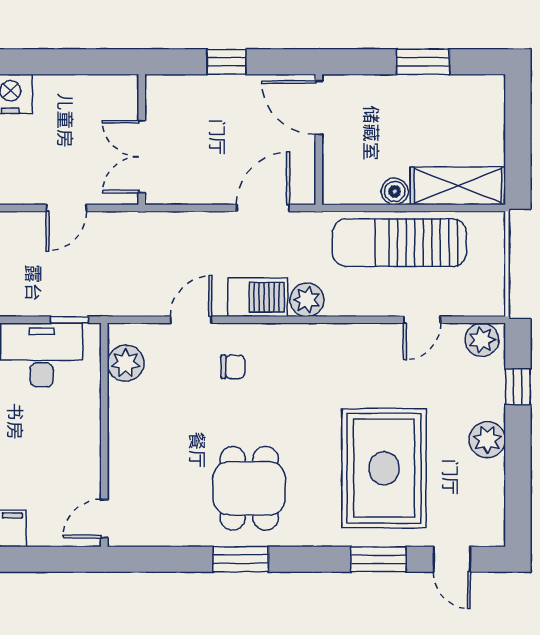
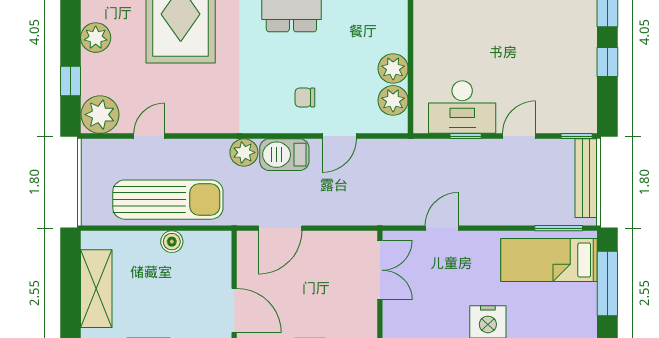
shelving: (458, 186) -> (96, 289), moved, turned 90
window: (69, 320) -> (466, 136), moved
plant: (482, 340) -> (100, 115), width x1.36, depth x1.36
plant: (126, 402) -> (393, 69), added

